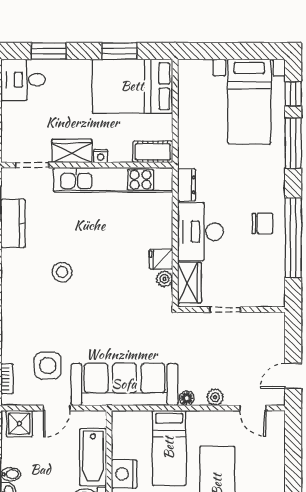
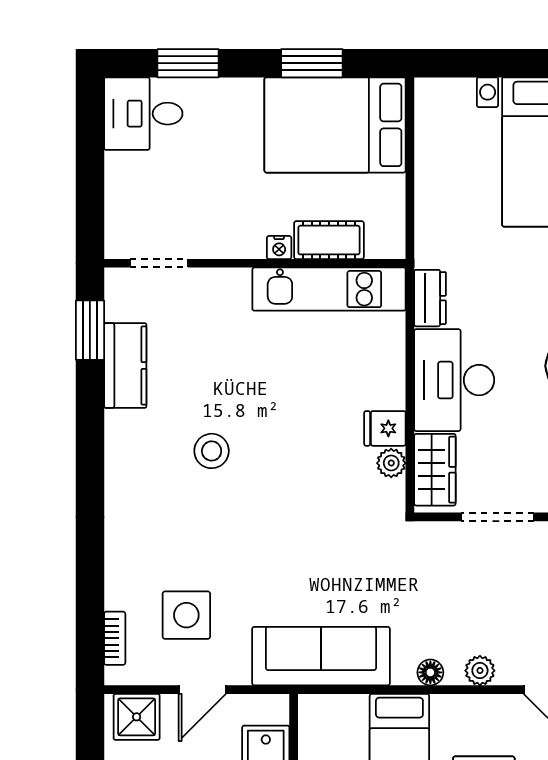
wardrobe: (72, 151) -> (229, 239), removed
cot: (153, 152) -> (329, 240), moved
kitchen unit: (113, 180) -> (329, 289), width x0.73
doorway: (225, 310) -> (498, 517), width x1.38
sofa: (124, 384) -> (321, 656), width x0.74, depth x0.79

